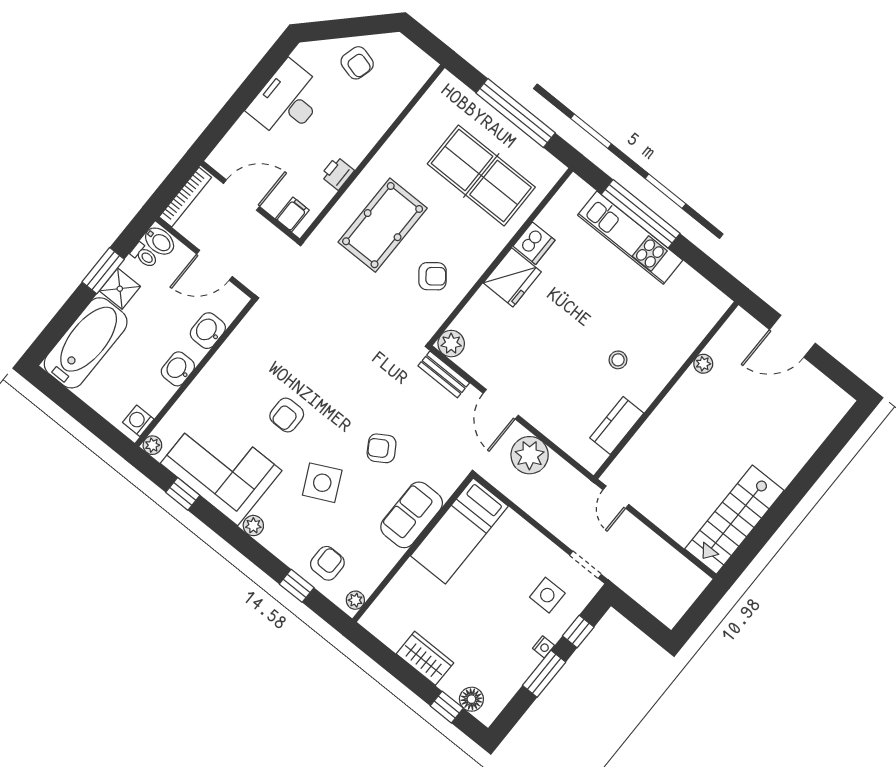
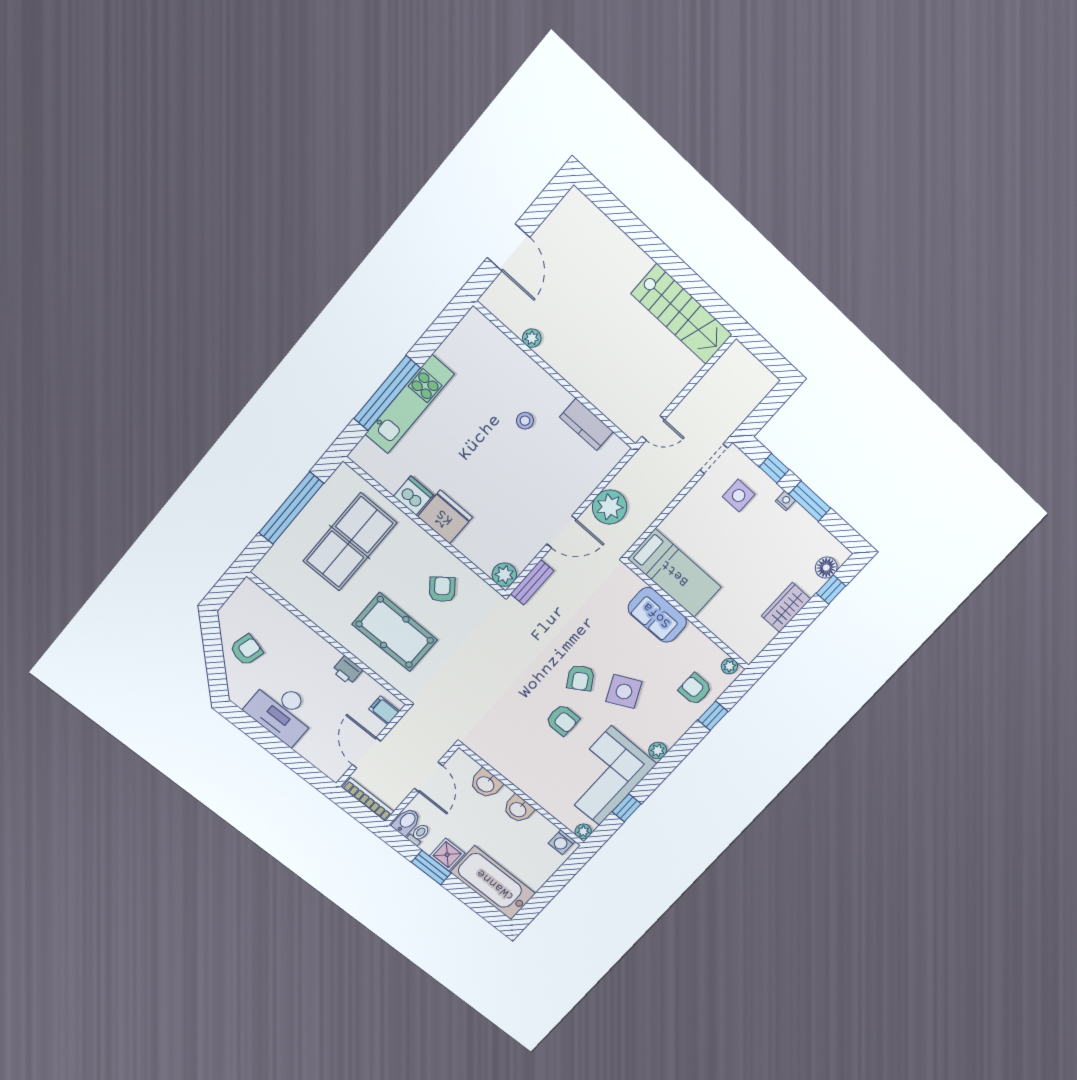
armchair: (382, 448) -> (581, 678), moved

